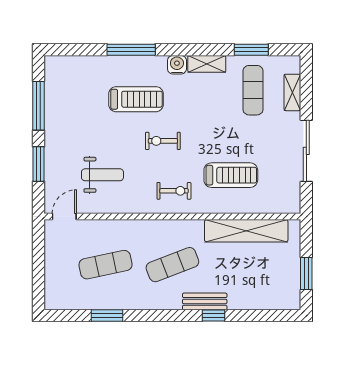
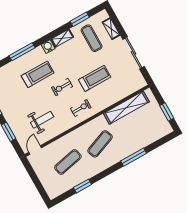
treadmill: (231, 175) -> (95, 78), moved
bench: (205, 301) -> (125, 153), removed
window: (214, 316) -> (134, 157), width x2.17

